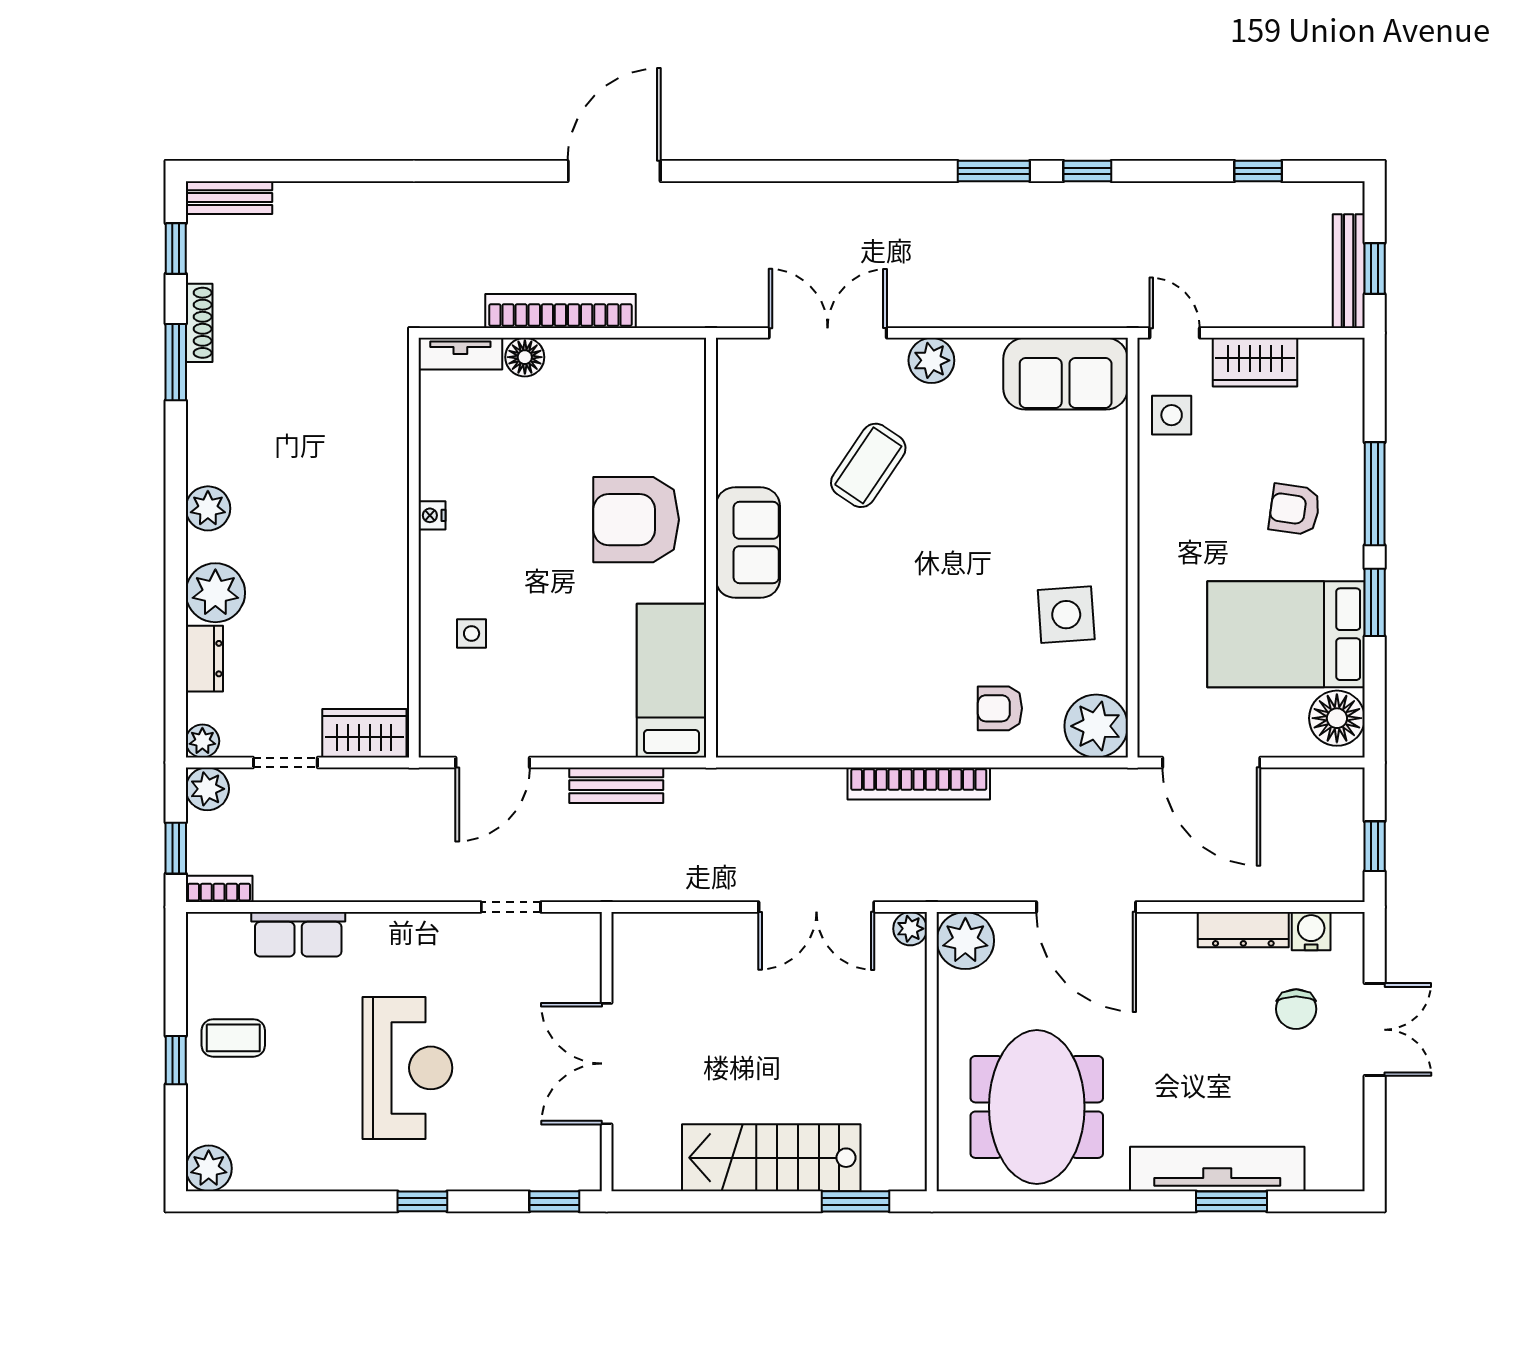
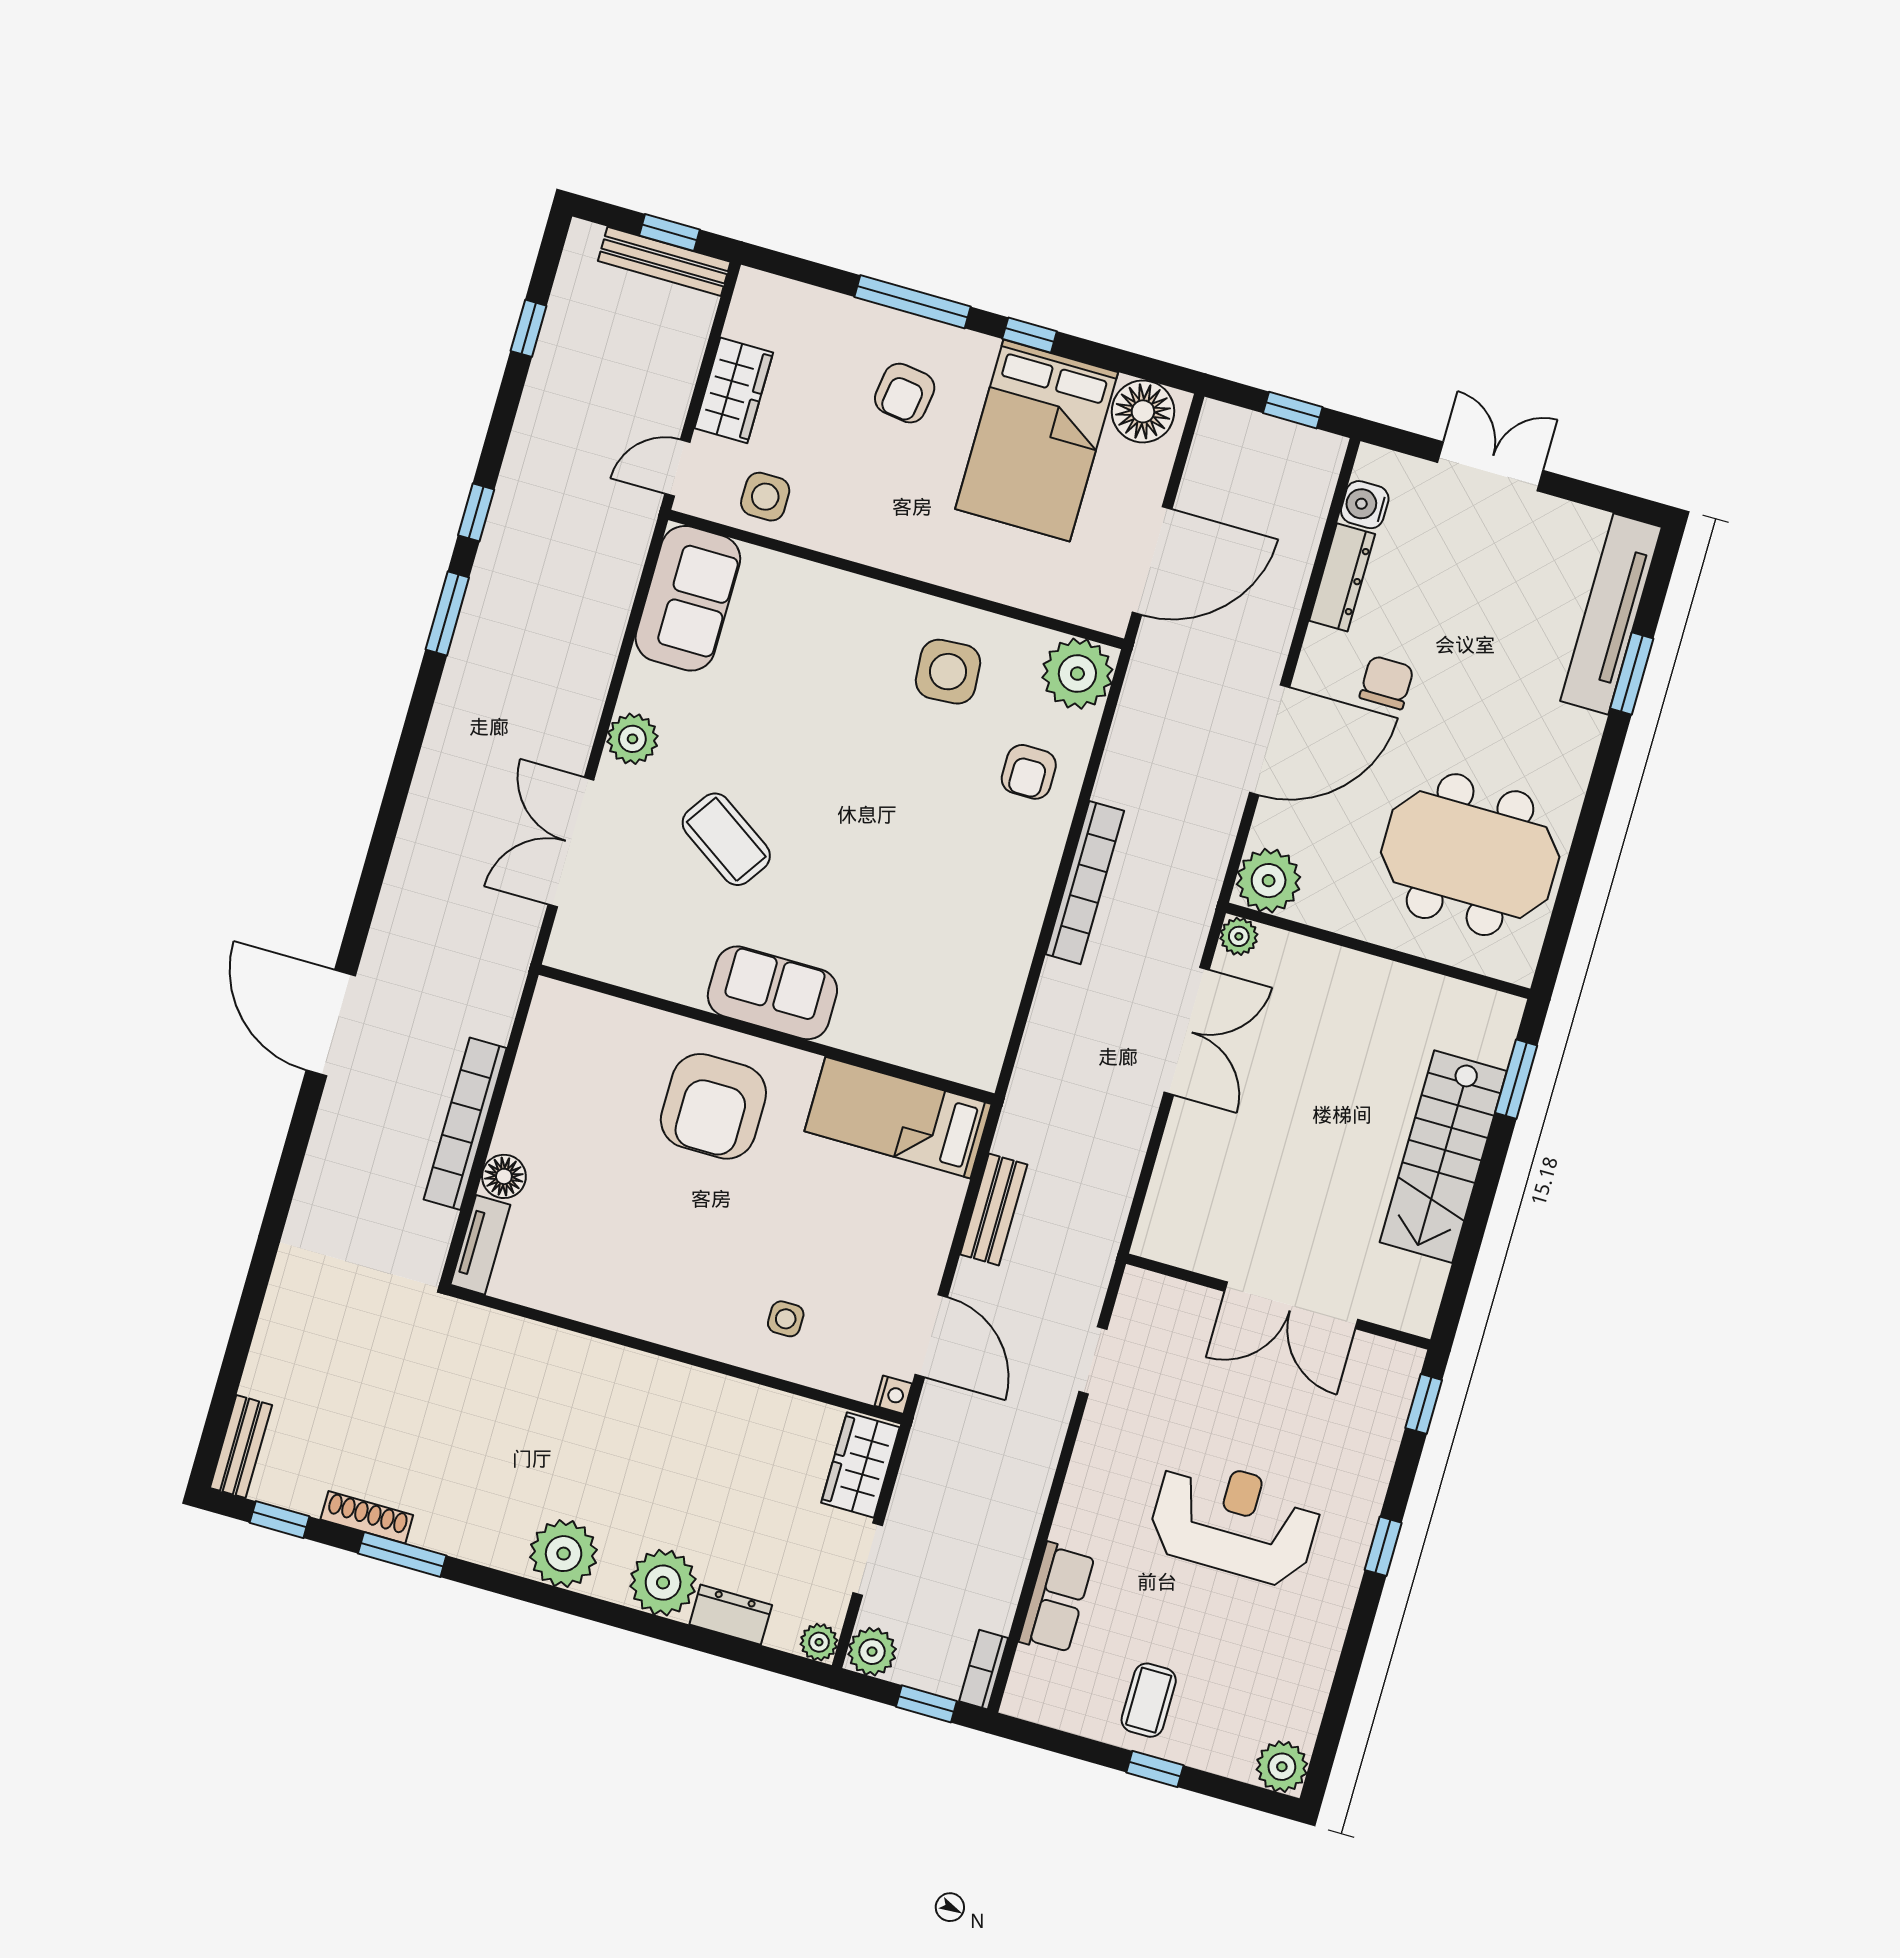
plant: (208, 508) -> (564, 1554), width x1.36, depth x1.36
nightstand: (432, 515) -> (893, 1395), moved, turned -90
window: (1375, 602) -> (1030, 335), width x0.67
chair: (1296, 1009) -> (1387, 682), moved, turned -90
tv unit: (1217, 1169) -> (1611, 614), moved

